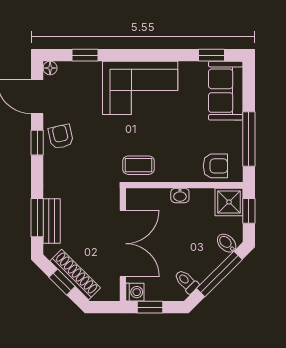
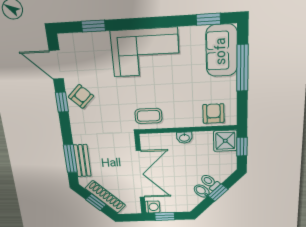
floor lamp: (50, 68) -> (64, 39), removed
armchair: (61, 137) -> (81, 96), turned 58
window: (249, 139) -> (242, 68), moved
armchair: (215, 166) -> (213, 114), turned -90
bidet: (227, 243) -> (202, 191), moved
window: (219, 274) -> (218, 193), width x0.46
toilet: (186, 281) -> (210, 182), moved

